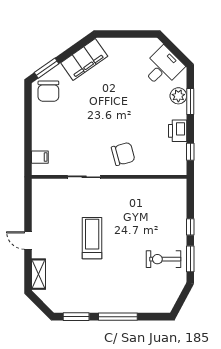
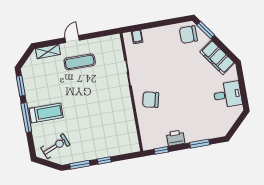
desk: (163, 67) -> (228, 95), moved, turned -45
plant: (178, 96) -> (202, 134), removed
chair: (123, 154) -> (151, 100), turned 119
exercise mat: (59, 236) -> (80, 62), added
treadmill: (92, 238) -> (46, 113), moved
exercise bike: (164, 259) -> (55, 146), moved, turned 68

